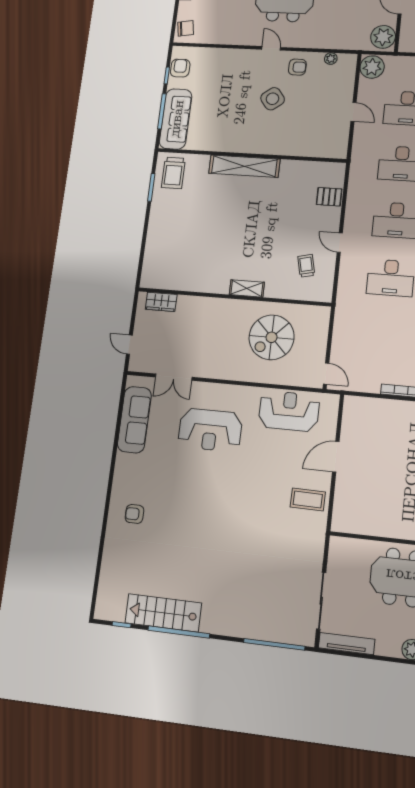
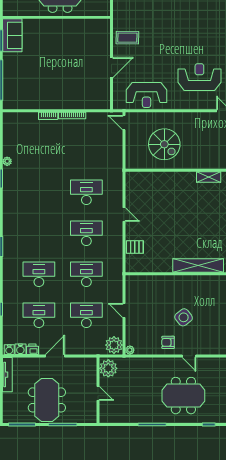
plant: (331, 59) -> (130, 350), moved
trolley: (306, 266) -> (146, 196), removed
shelving: (247, 288) -> (209, 177), moved
spiral stairs: (272, 337) -> (164, 144), turned 90

